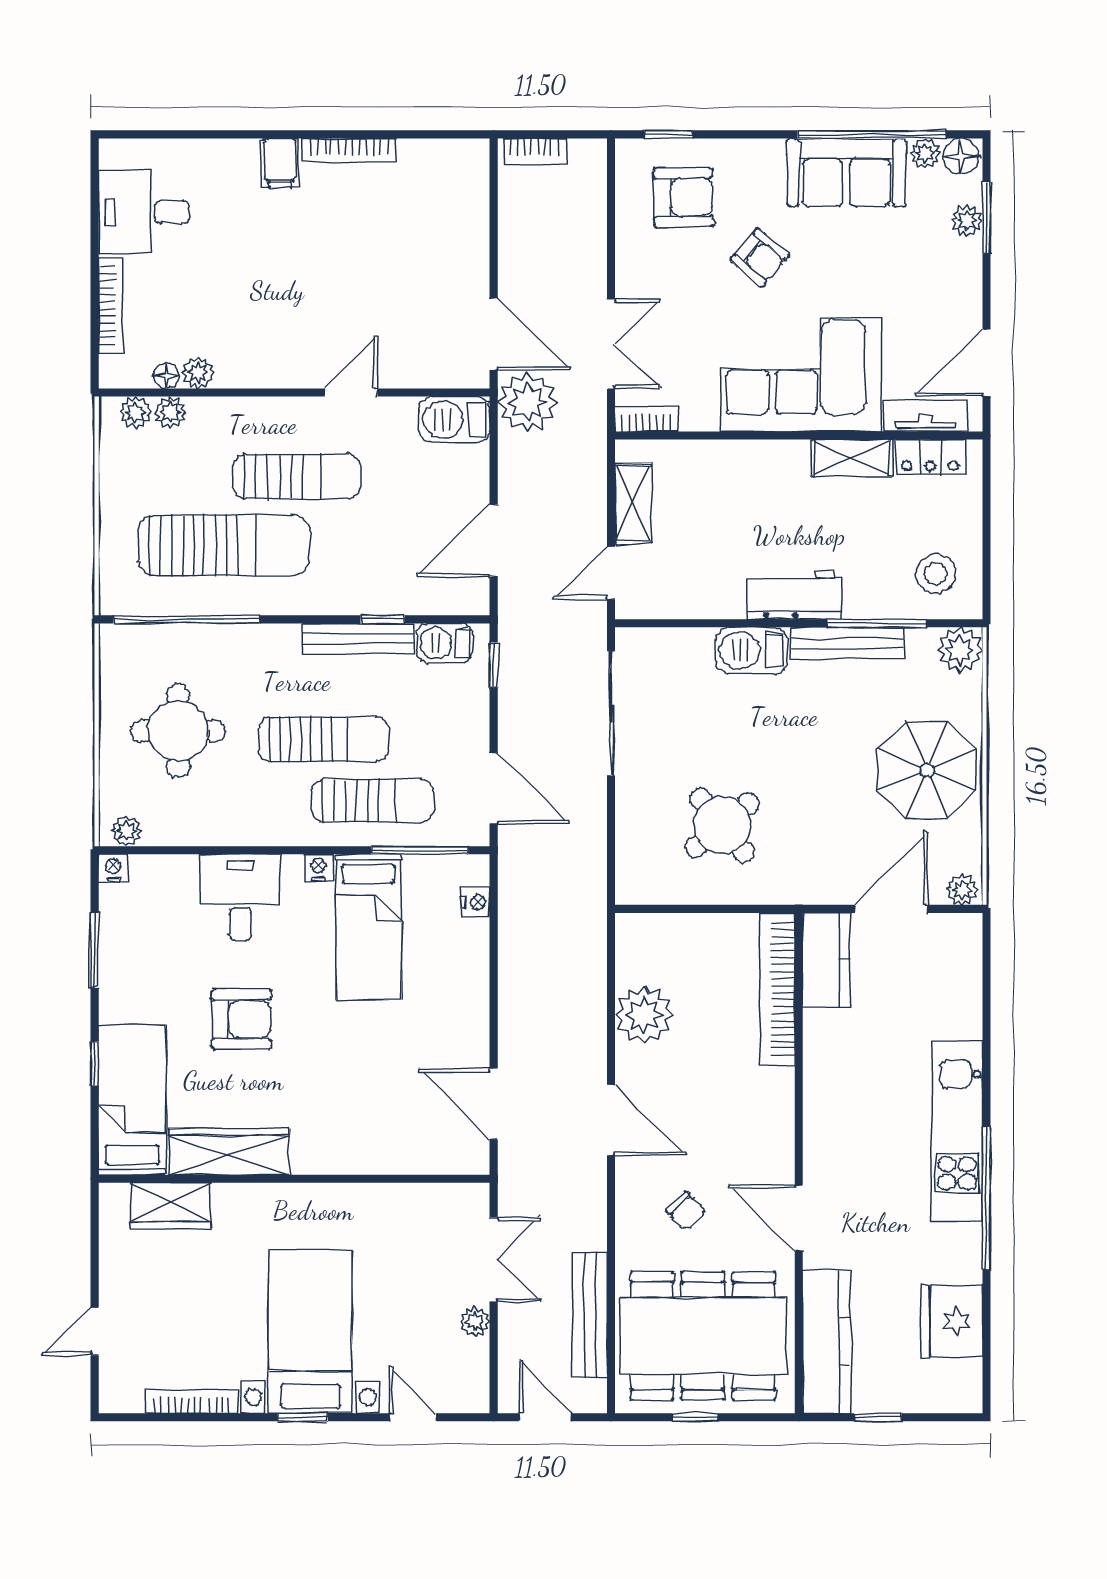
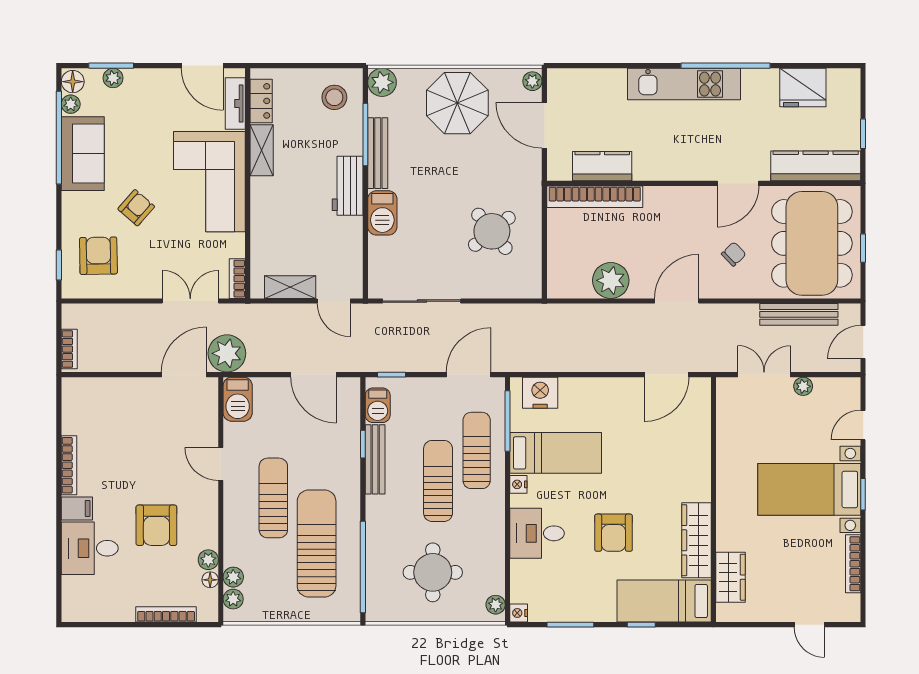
desk: (144, 212) -> (90, 548), moved, turned 90
armchair: (253, 290) -> (156, 525), added
nightstand: (476, 902) -> (540, 393), width x1.89, depth x1.79
kitchen counter: (826, 960) -> (602, 166), moved
armchair: (241, 1019) -> (614, 533), turned 180

